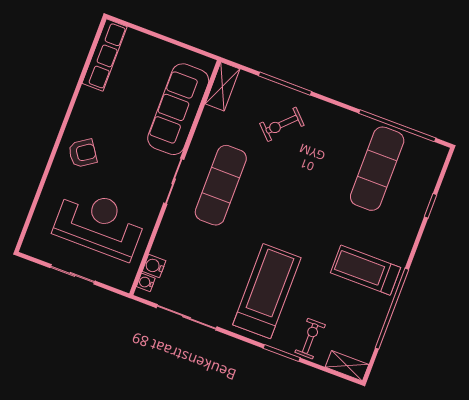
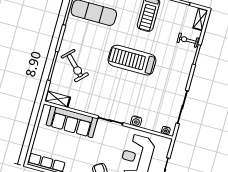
exercise bike: (282, 124) -> (75, 66), width x1.38, depth x1.39
exercise mat: (221, 185) -> (110, 95), removed
water cooler: (154, 266) -> (136, 121), moved
treadmill: (267, 291) -> (132, 60), moved

